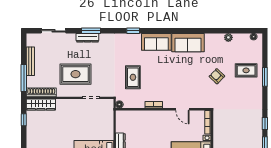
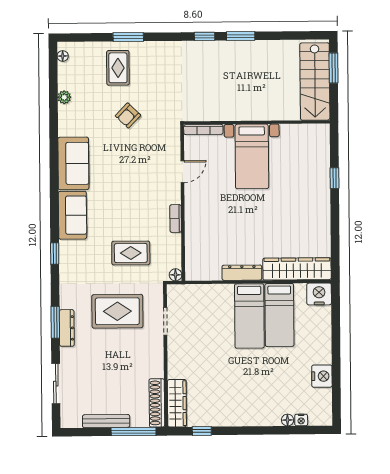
rug: (75, 74) -> (117, 311), moved, turned 90

